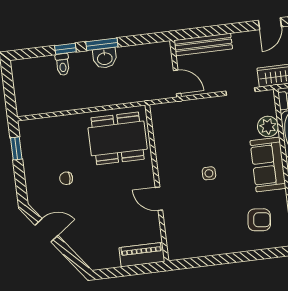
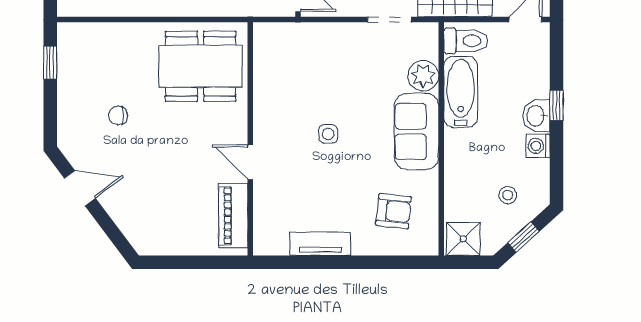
tv unit: (213, 248) -> (320, 244), added
piano: (142, 255) -> (233, 216), moved, turned -90

